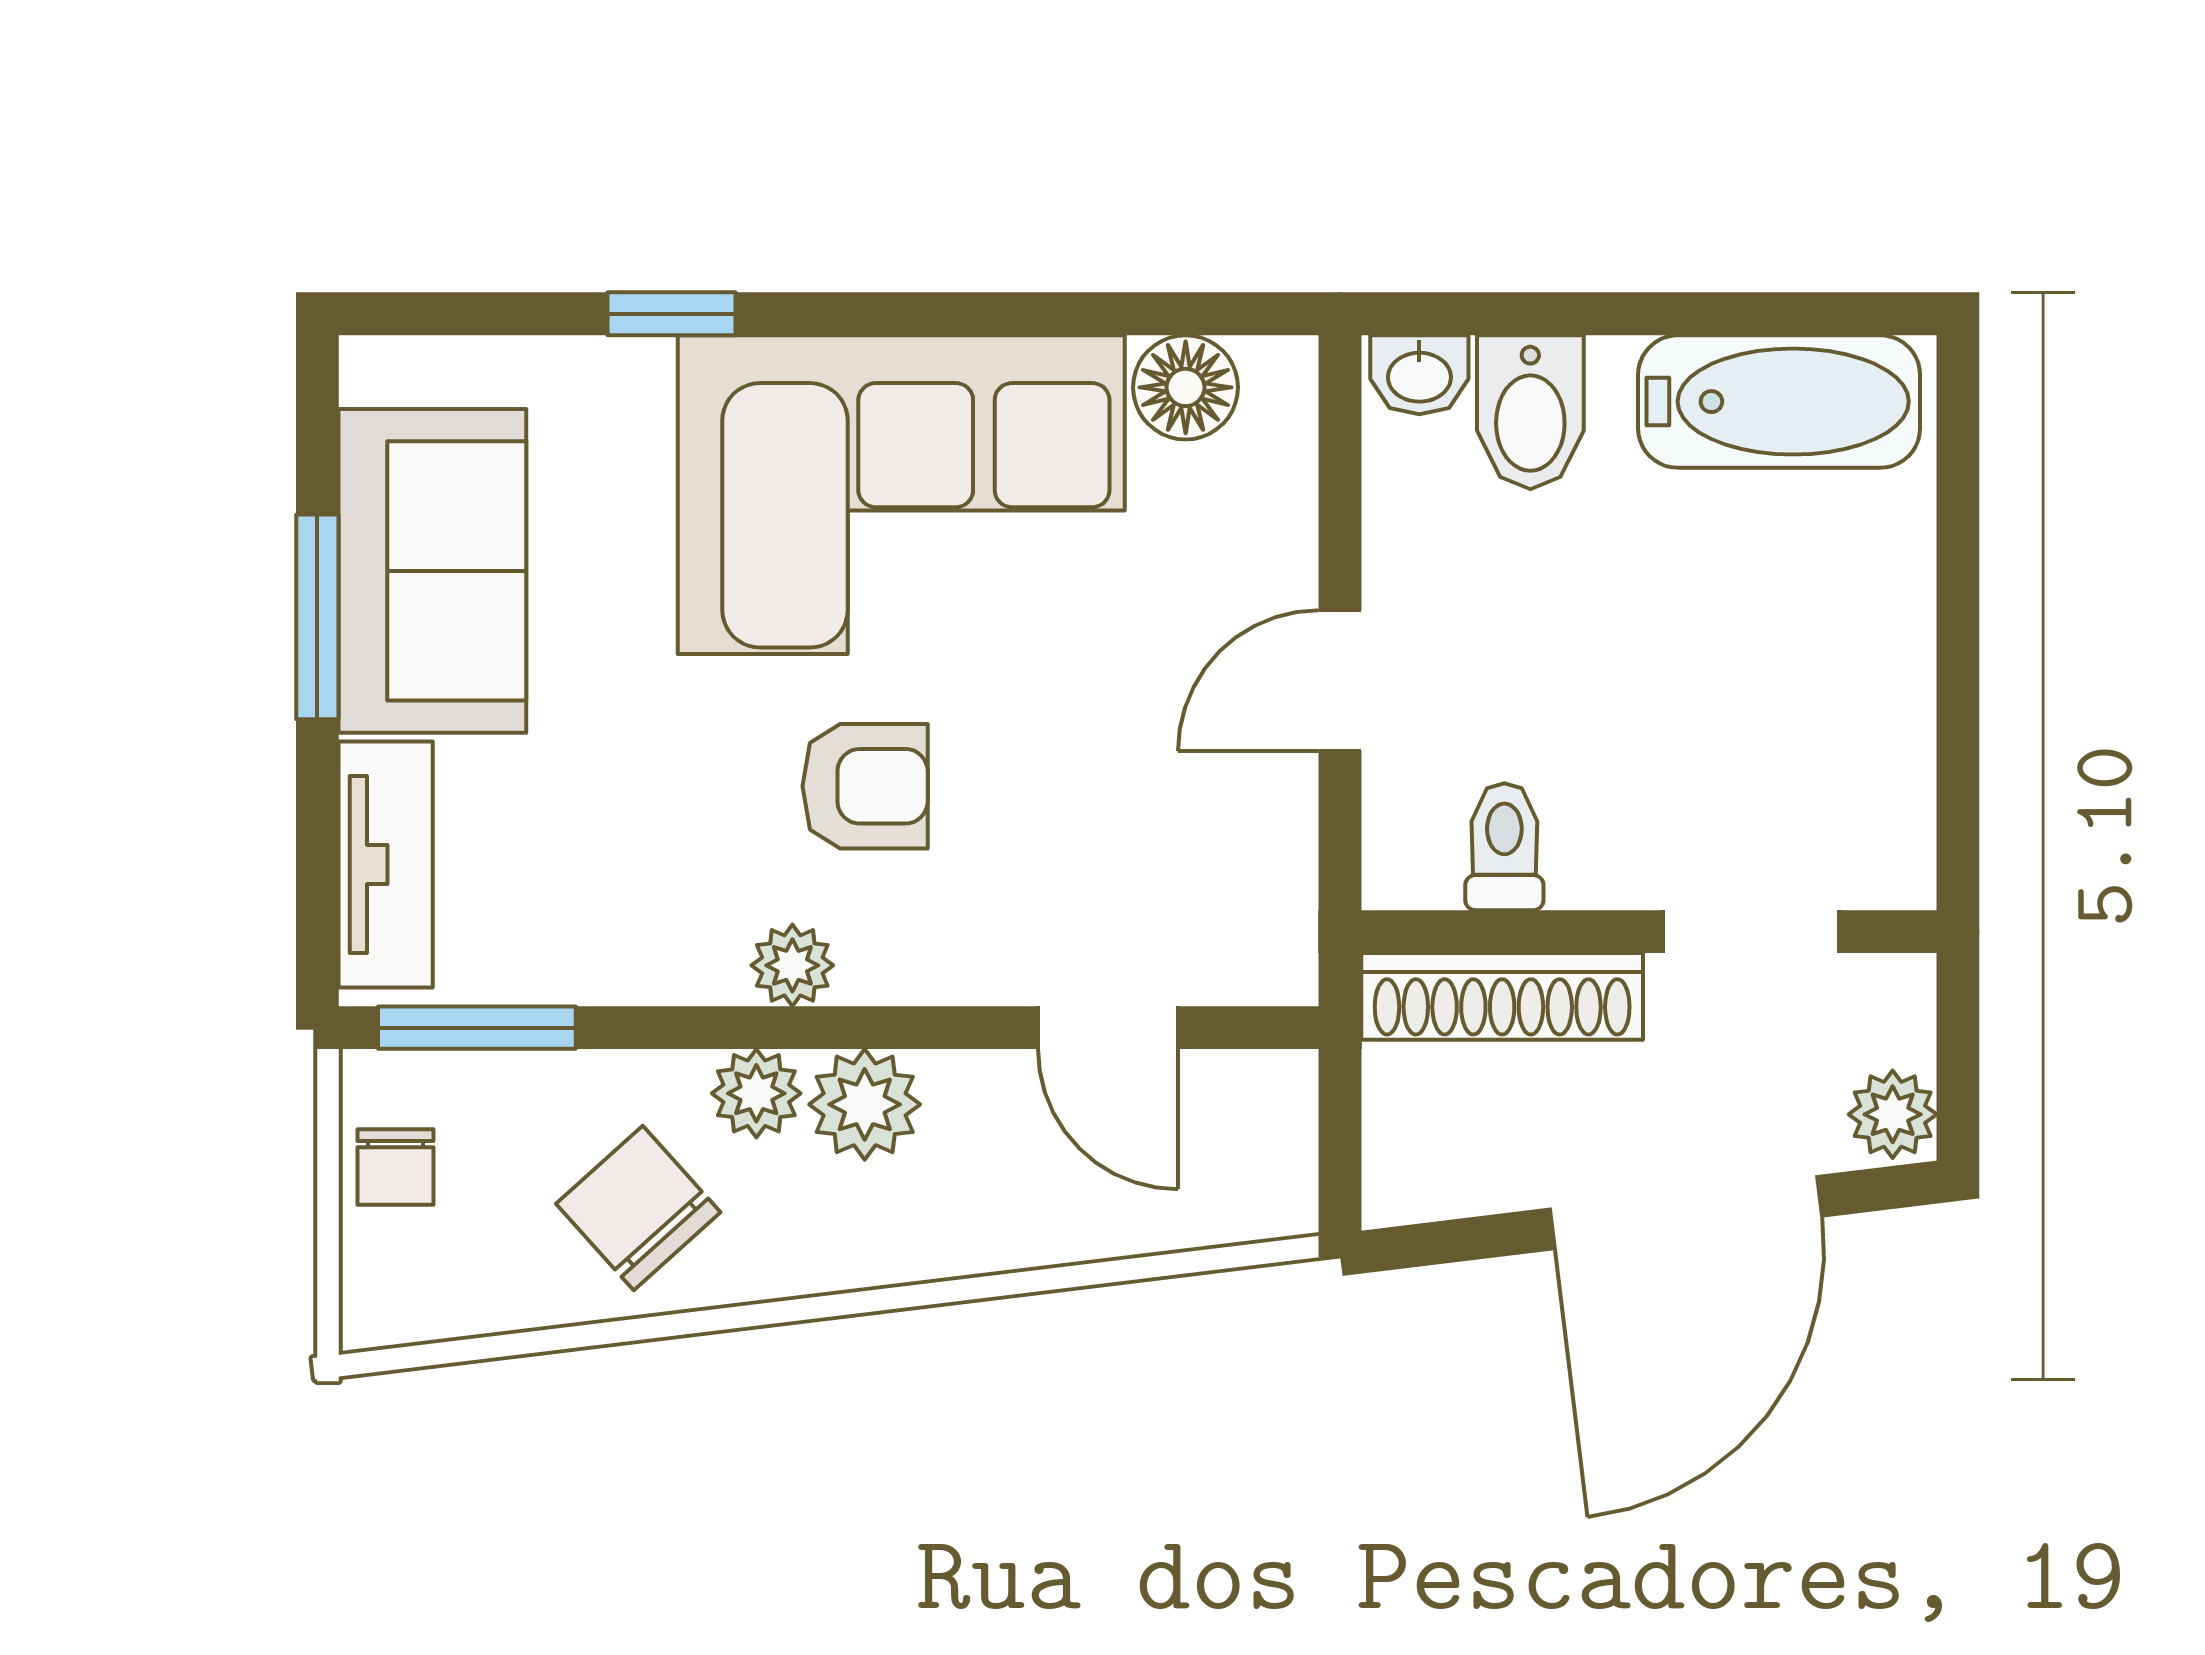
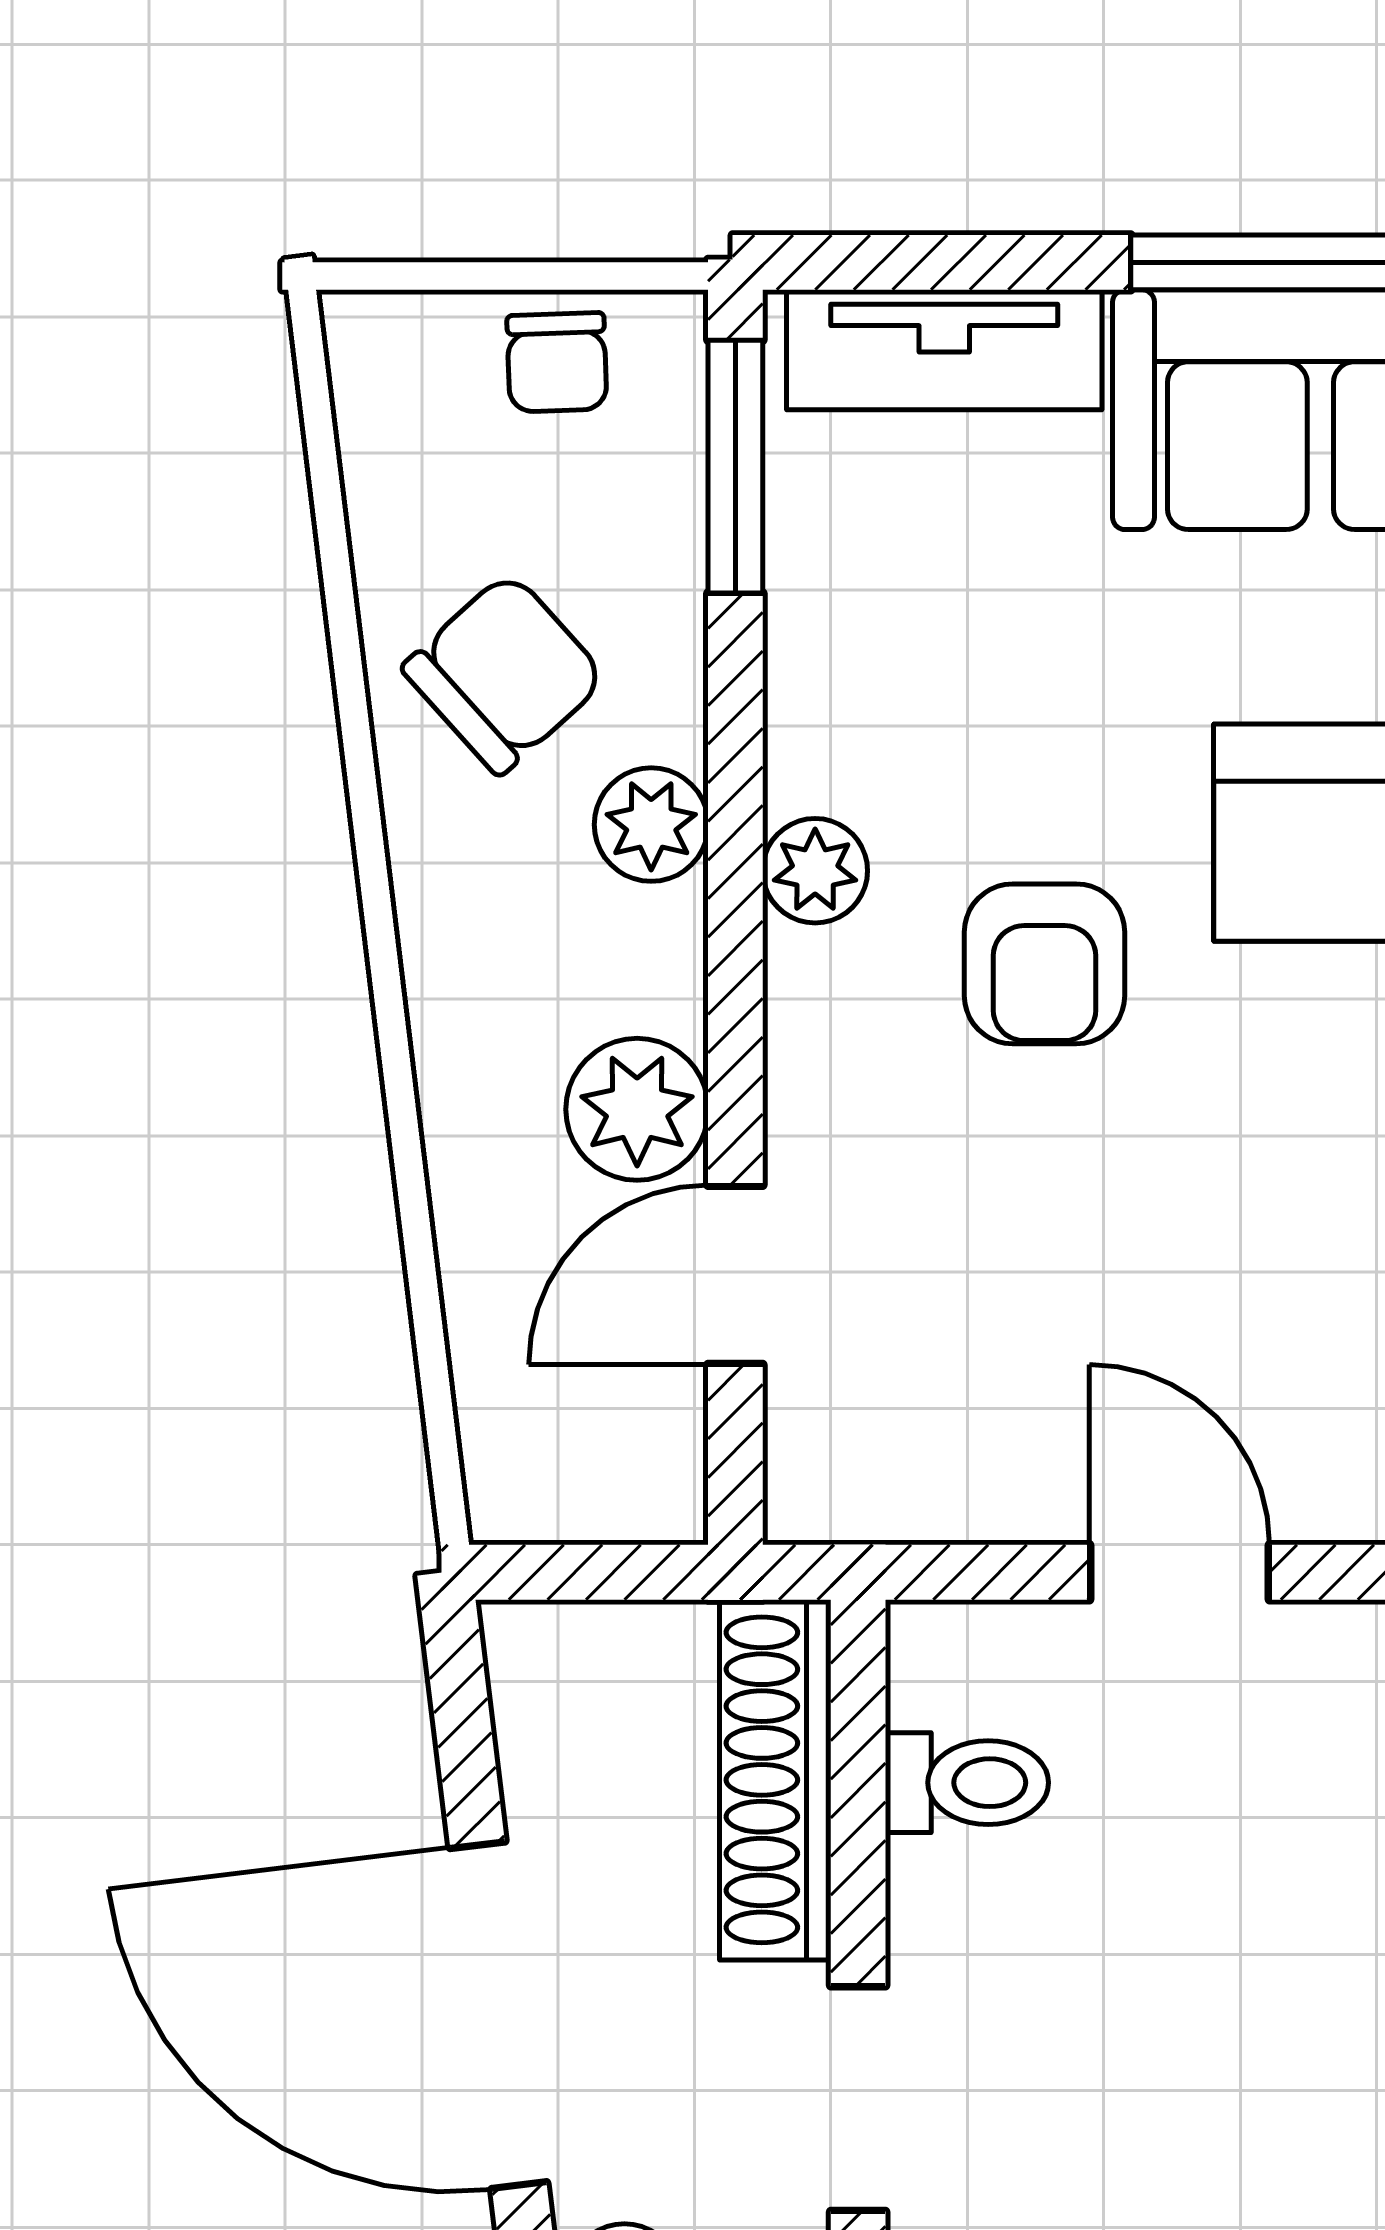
plant: (865, 1104) -> (637, 1109), moved
chair: (395, 1167) -> (557, 362), turned -92

